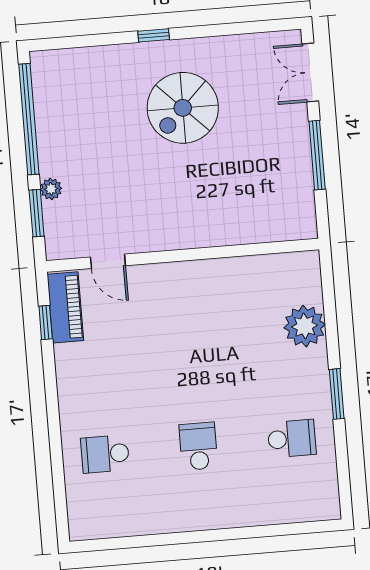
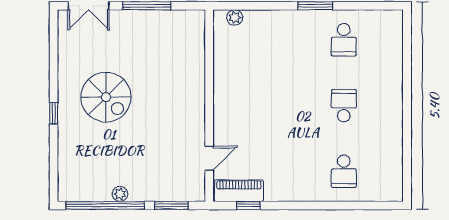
plant: (51, 189) -> (120, 194), moved
plant: (305, 326) -> (235, 17), moved, width x0.53, depth x0.53
school desk: (292, 439) -> (344, 40), turned 180
school desk: (198, 446) -> (344, 106), turned 90

